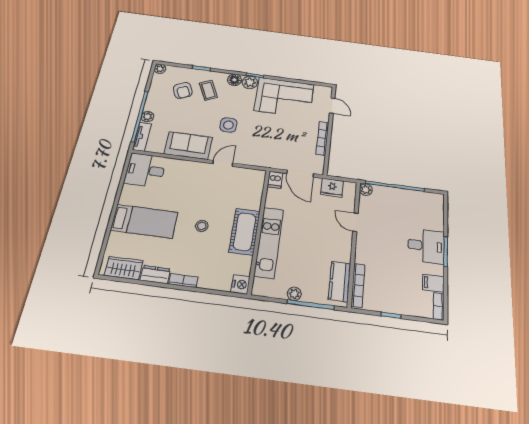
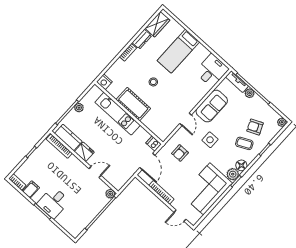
armchair: (265, 146) -> (180, 153), added
door: (300, 174) -> (147, 161), swing flipped
fridge: (332, 188) -> (84, 152), moved, turned 90

